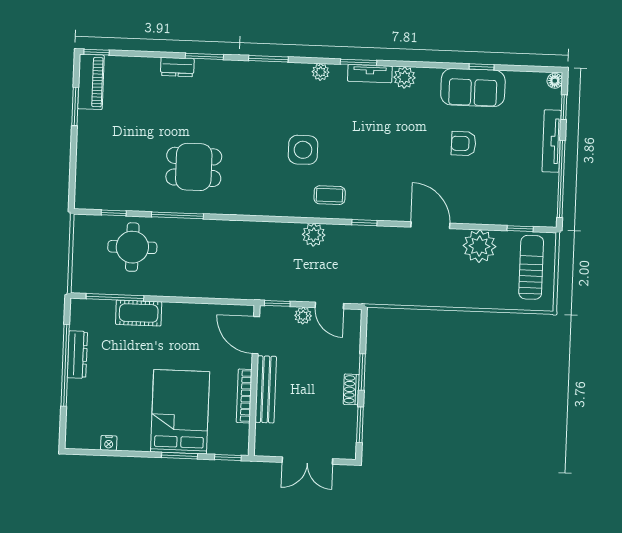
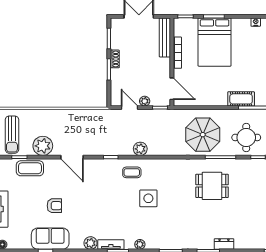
coffee table: (503, 209) -> (30, 168), added
parasol: (206, 255) -> (203, 135), added
bench: (266, 389) -> (165, 37), moved

